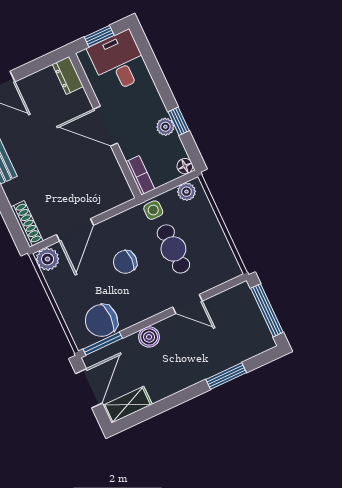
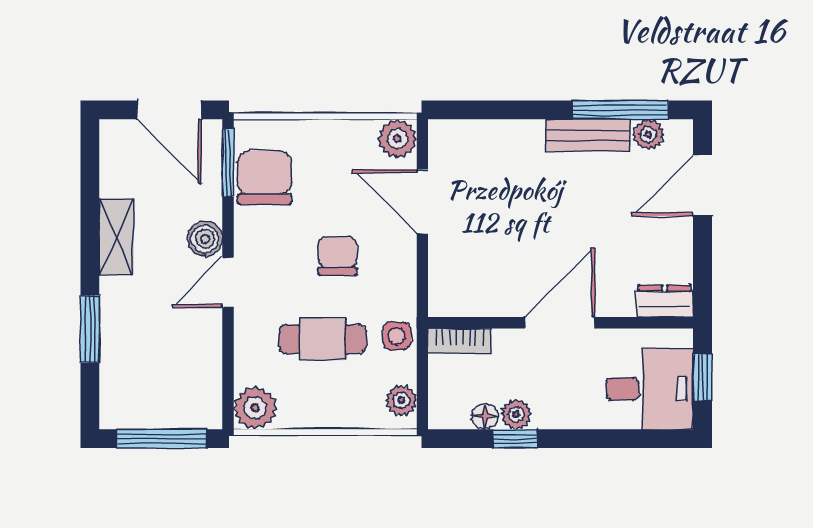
floor lamp: (185, 166) -> (485, 416), moved
shoe rack: (27, 224) -> (466, 132), removed
plant: (227, 268) -> (255, 408), added
door: (188, 304) -> (228, 282), moved
shelving: (128, 405) -> (116, 237), moved

